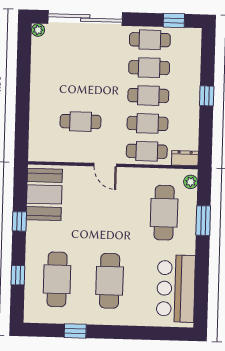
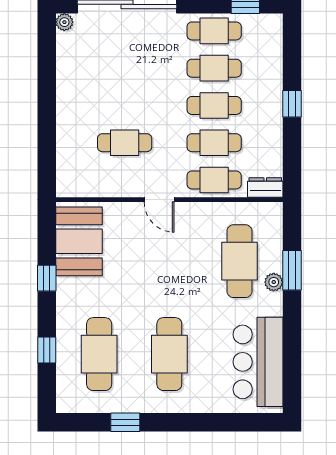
plant: (191, 182) -> (274, 282), moved

